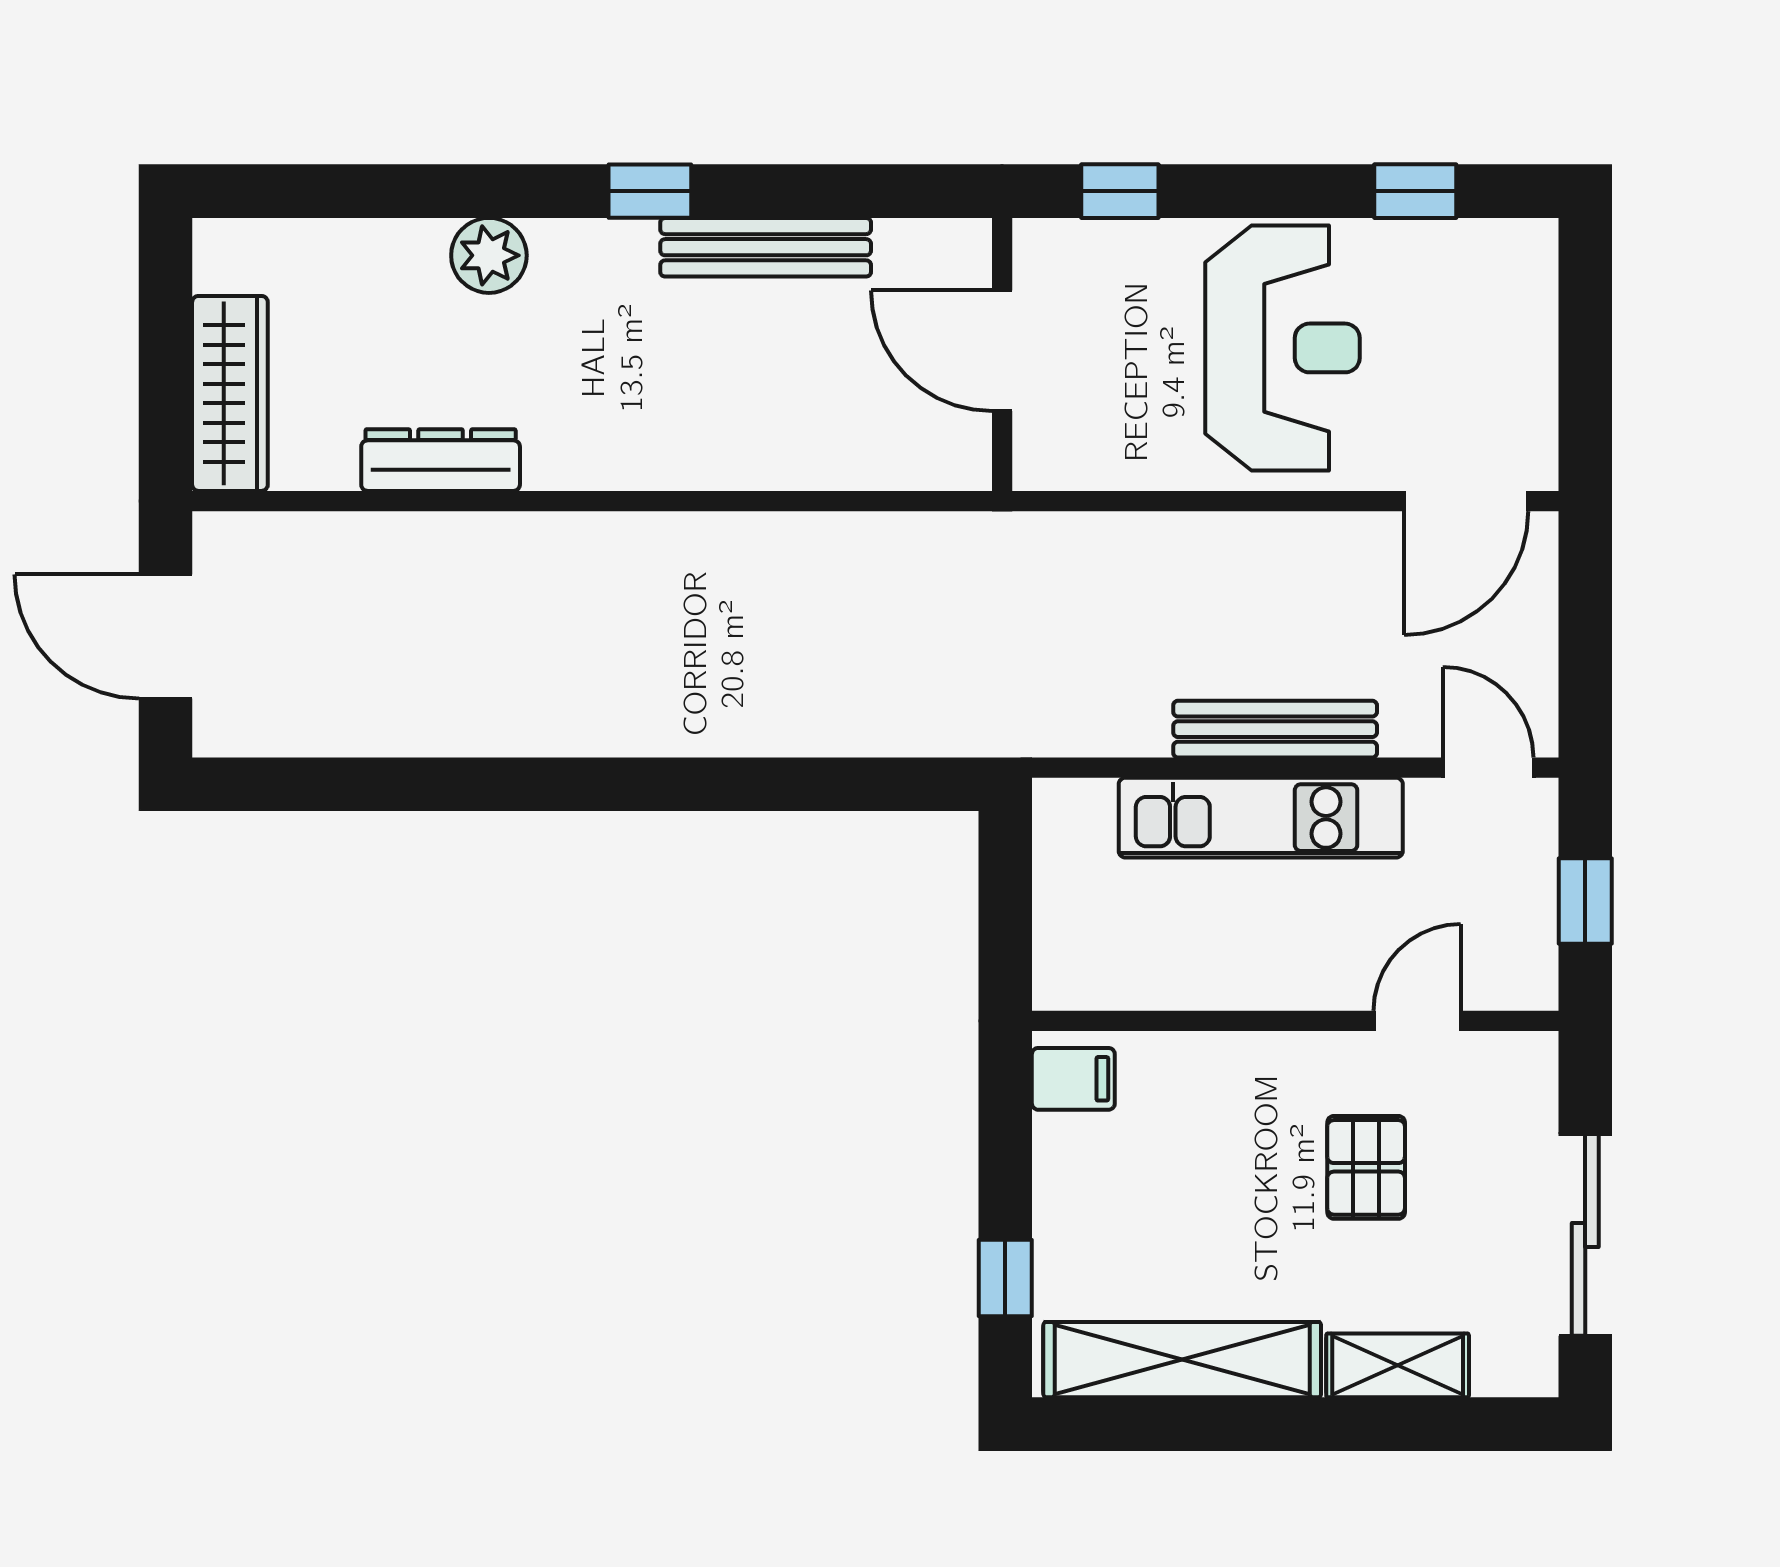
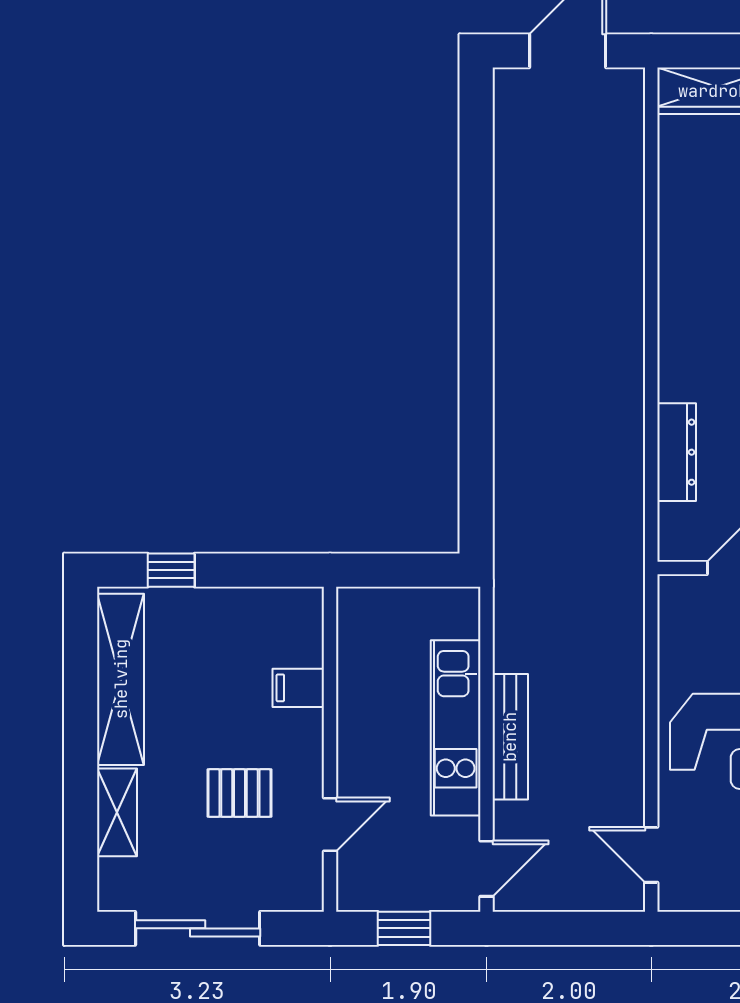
dresser: (441, 460) -> (677, 452), moved
door: (1466, 501) -> (651, 855), width x0.73
door: (1417, 1021) -> (330, 825), hinge flipped
filing cabinet: (1073, 1079) -> (298, 688), moved, turned 90

